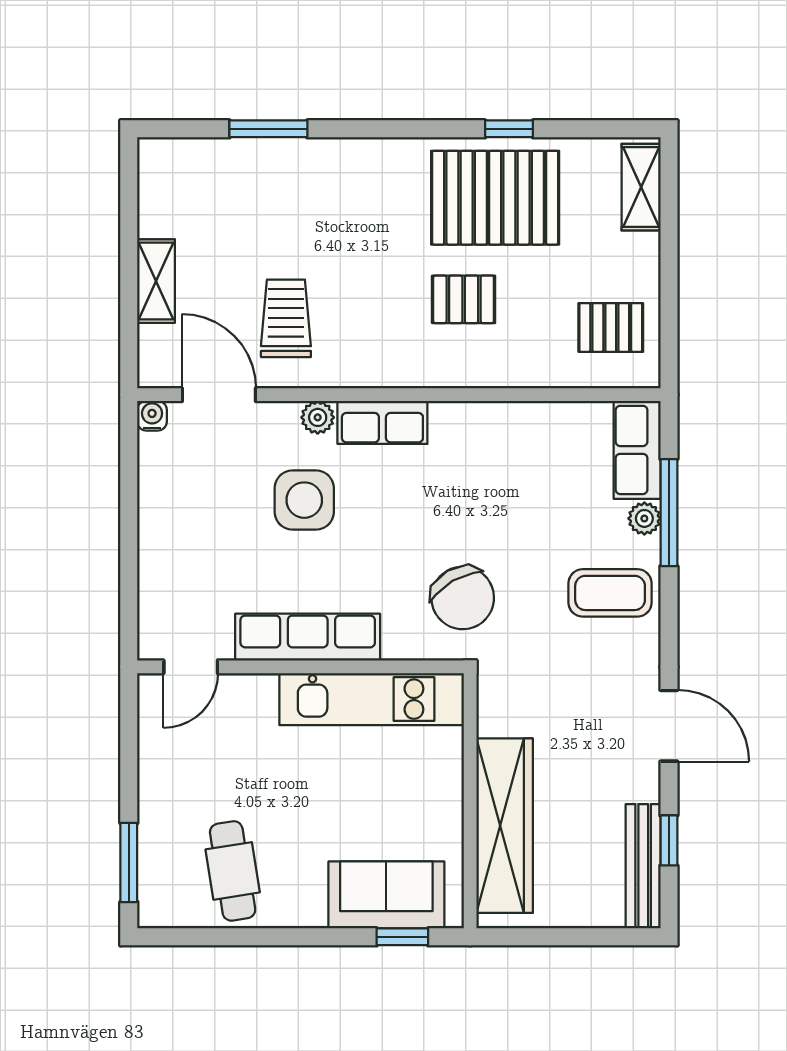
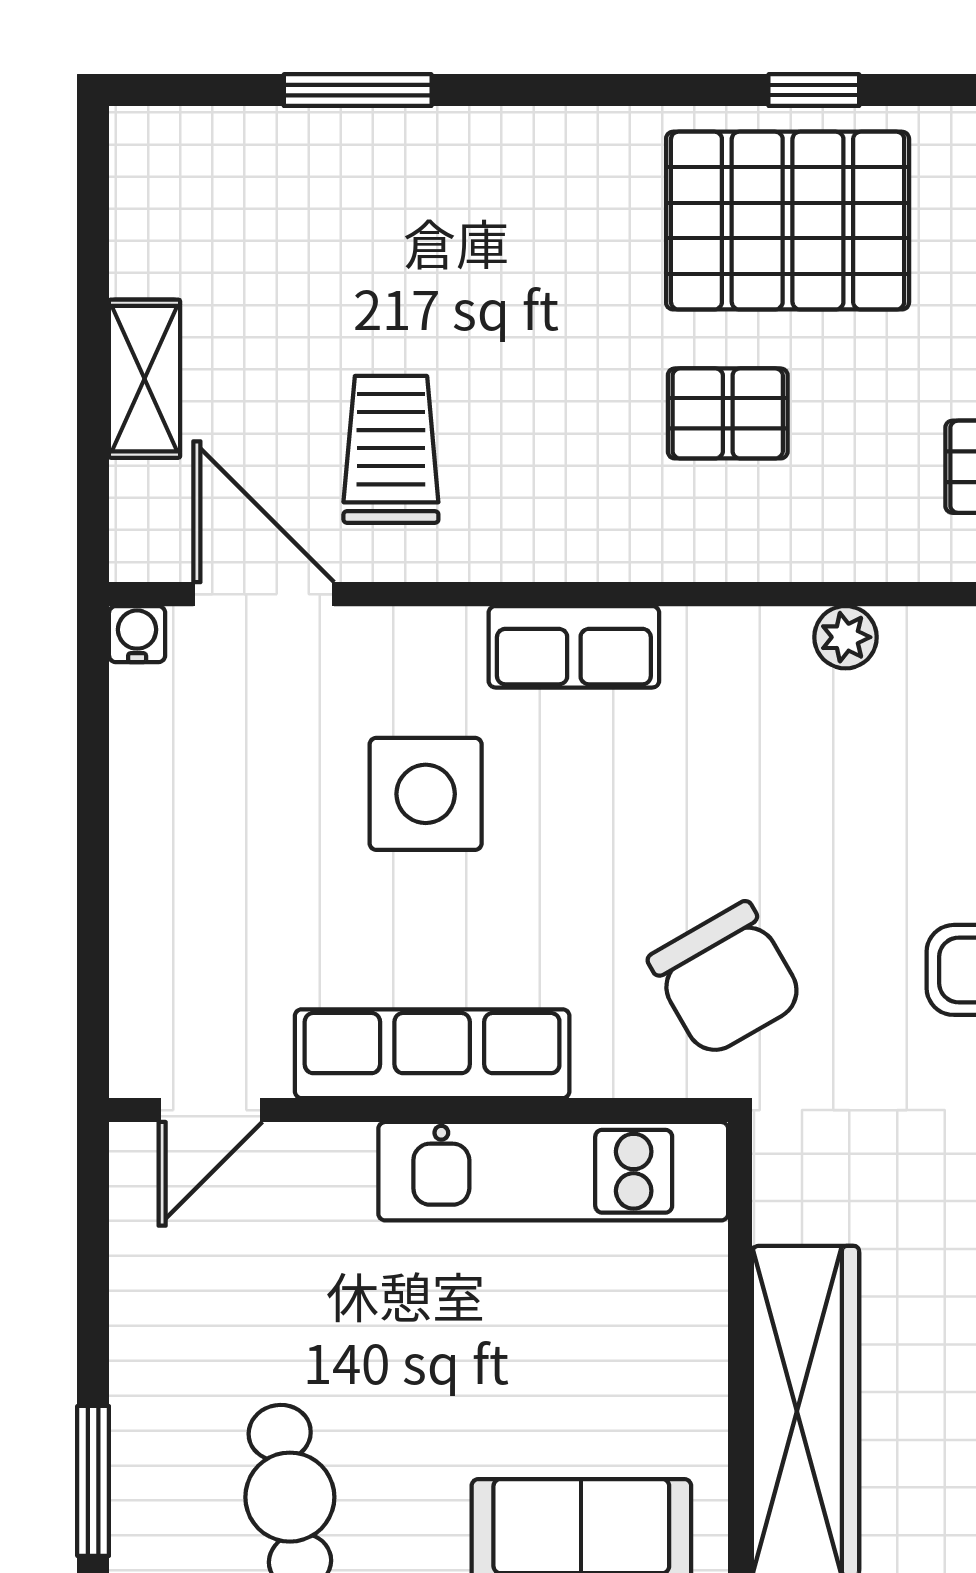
plant: (318, 417) -> (845, 637), moved

